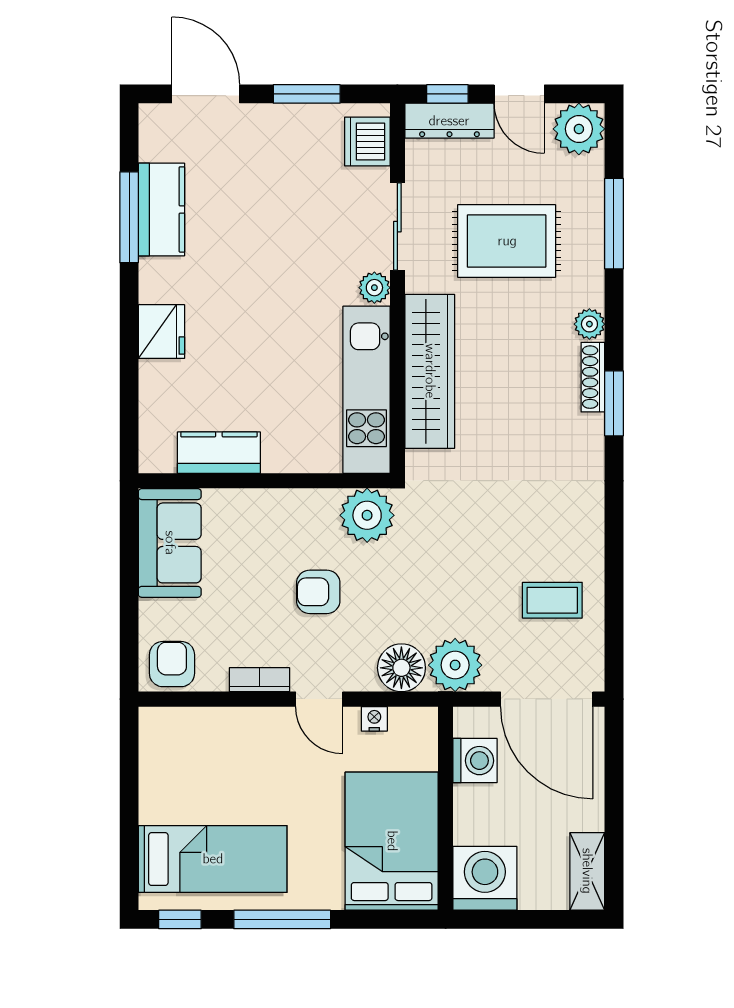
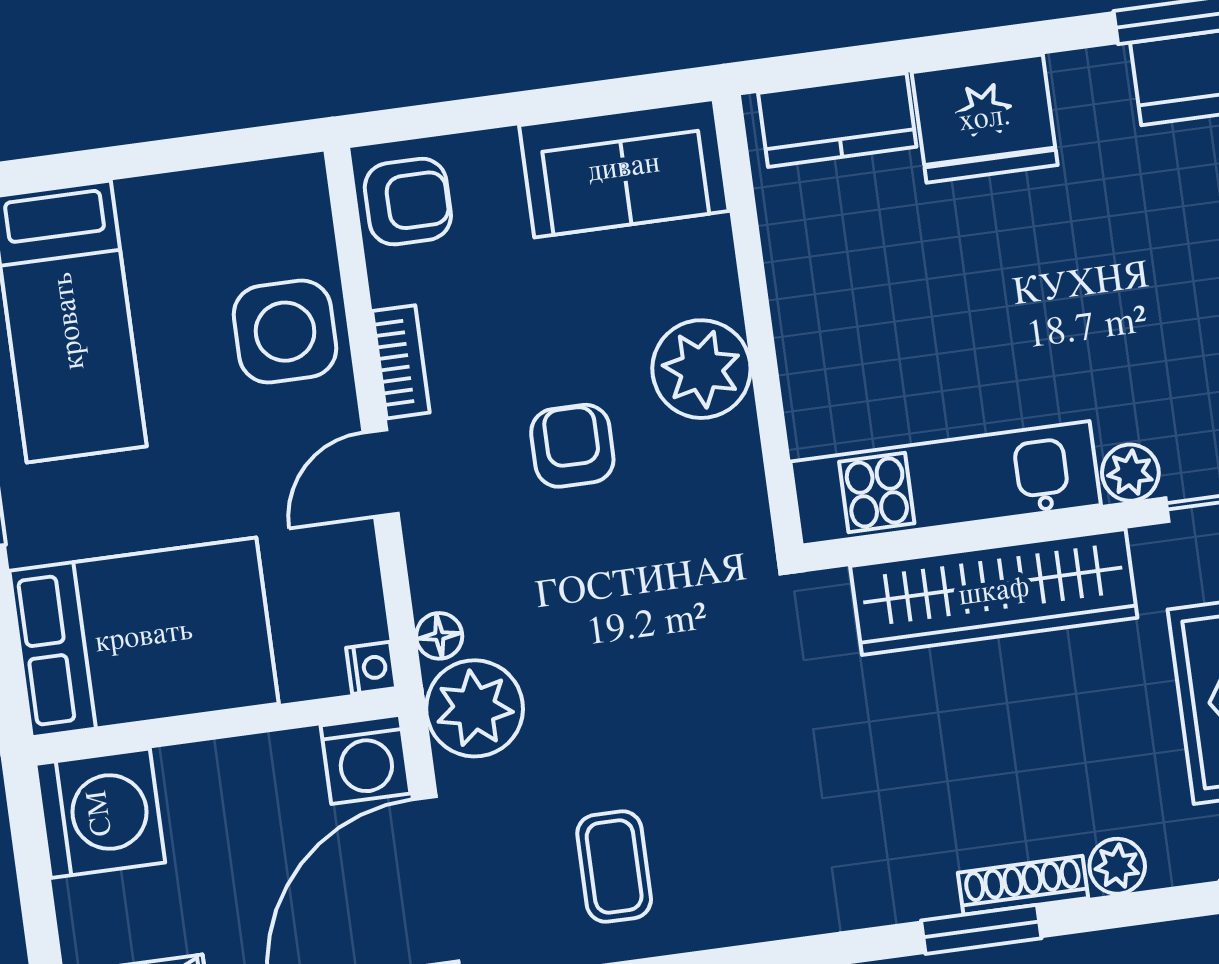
fridge: (161, 332) -> (985, 119), width x1.36, depth x1.34
kitchen counter: (219, 453) -> (837, 120), moved, turned 90
plant: (367, 515) -> (701, 369), moved
floor lamp: (401, 668) -> (439, 636), width x0.53, depth x0.53
nightstand: (374, 719) -> (371, 668), moved
side table: (234, 741) -> (285, 332), added
washing machine: (475, 761) -> (366, 759), moved

